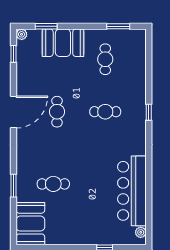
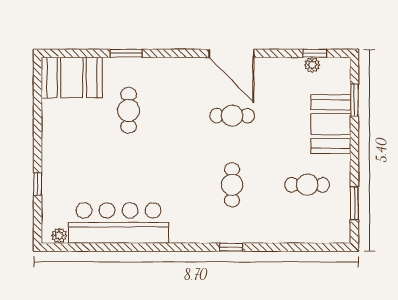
plant: (22, 34) -> (312, 65), moved

